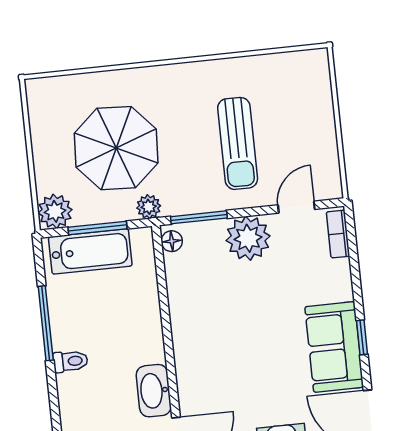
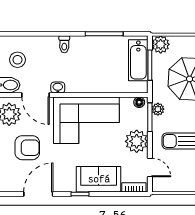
plant: (149, 207) -> (158, 109), moved
corner sofa: (217, 340) -> (86, 120), added
sofa: (334, 347) -> (99, 179), moved
toilet: (70, 361) -> (64, 44), moved
washbasin: (154, 391) -> (58, 88), width x0.52, depth x0.69

